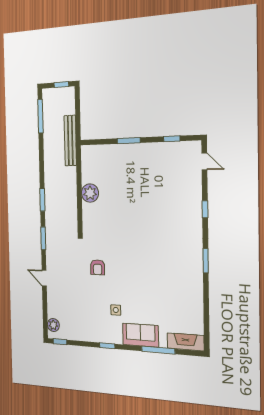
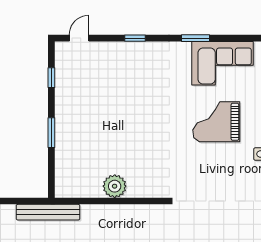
armchair: (98, 267) -> (208, 178), removed
grand piano: (139, 276) -> (216, 122), added
corner sofa: (185, 283) -> (223, 63), added

